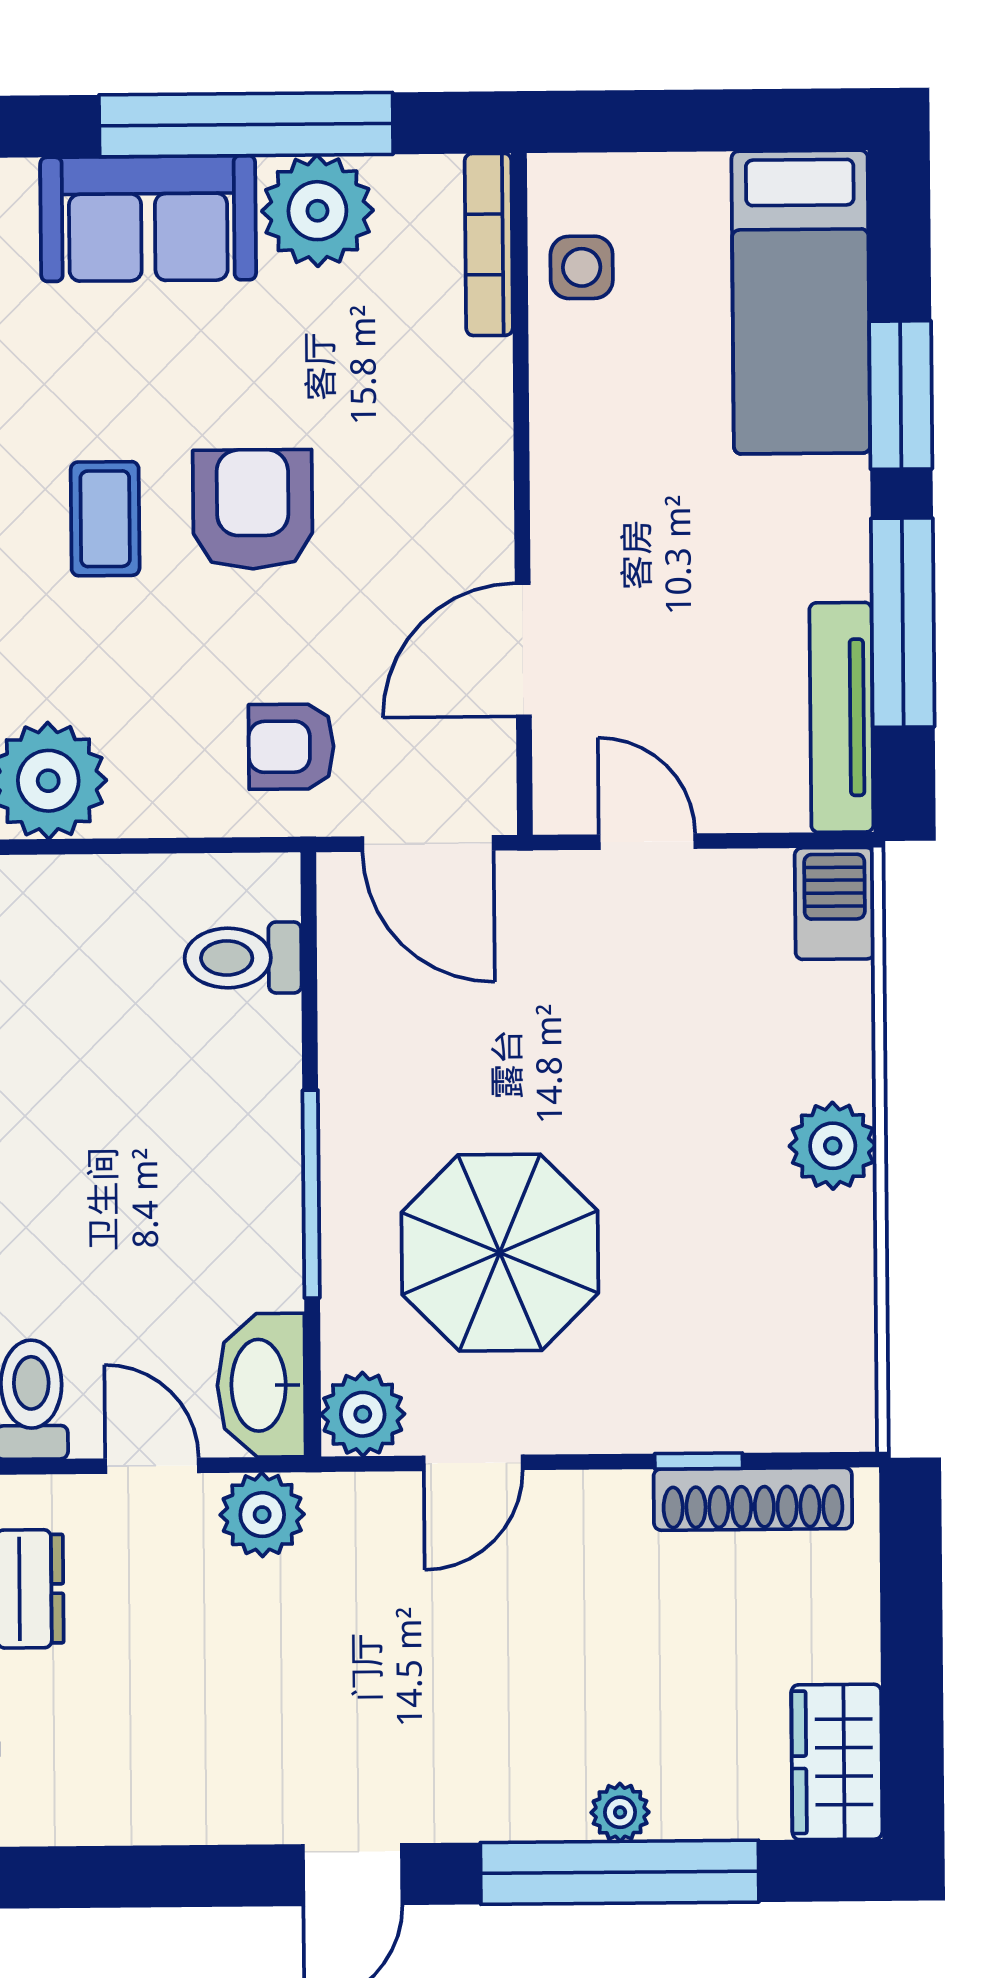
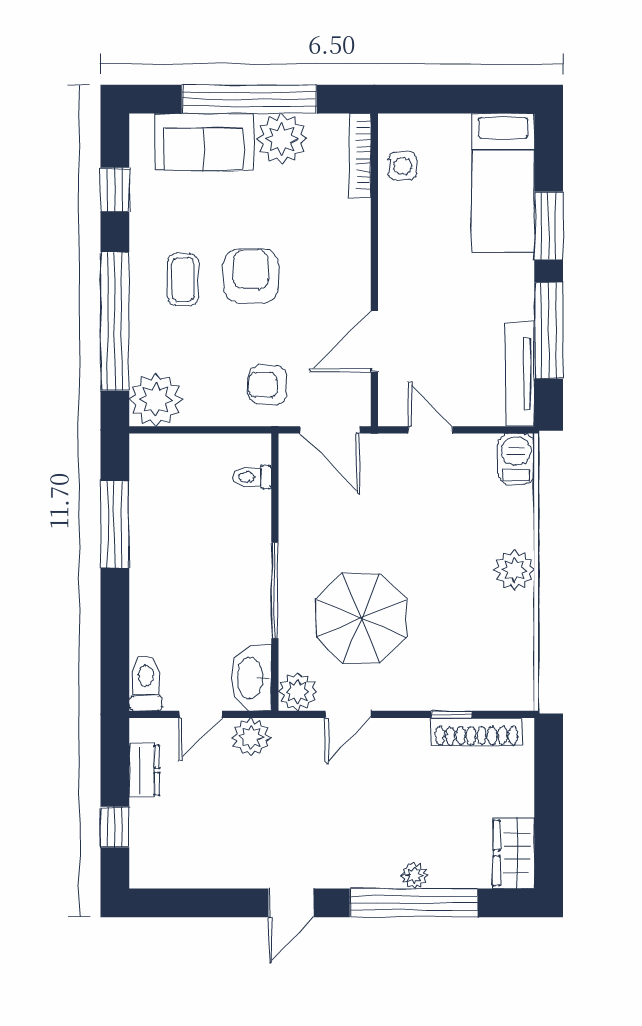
toilet: (243, 958) -> (252, 477), width x0.73, depth x0.72
door: (152, 1466) -> (201, 714), swing flipped

